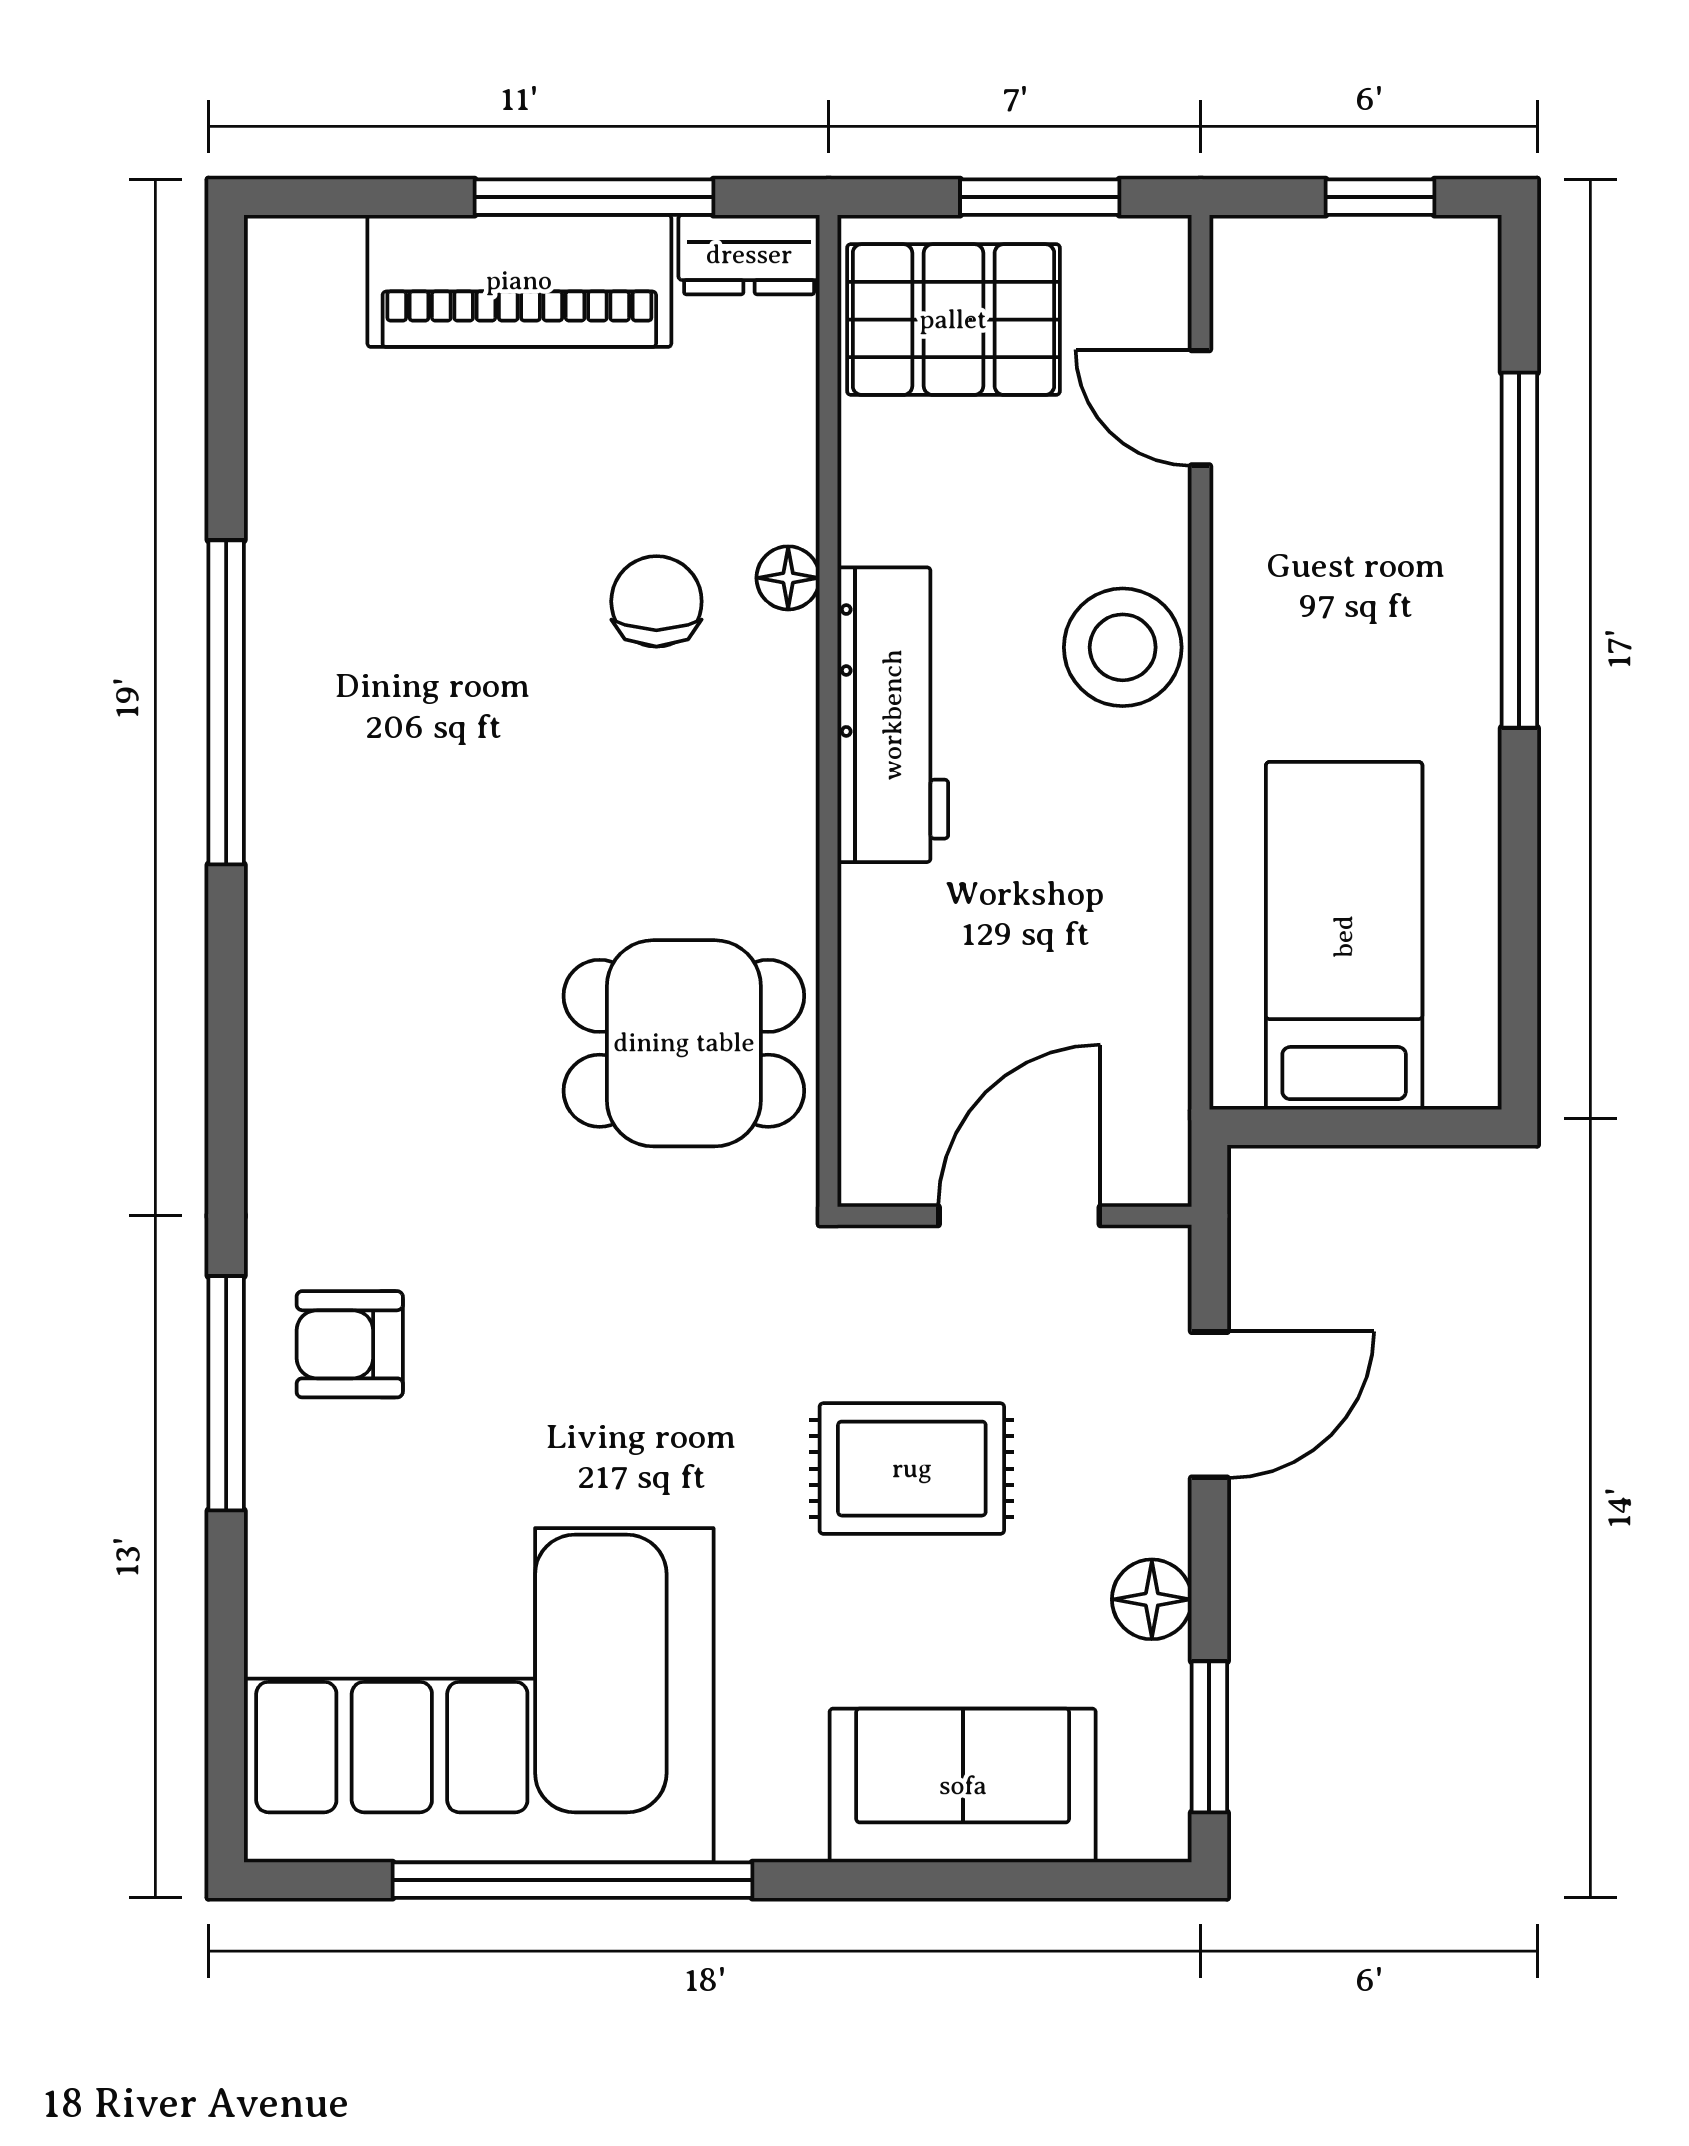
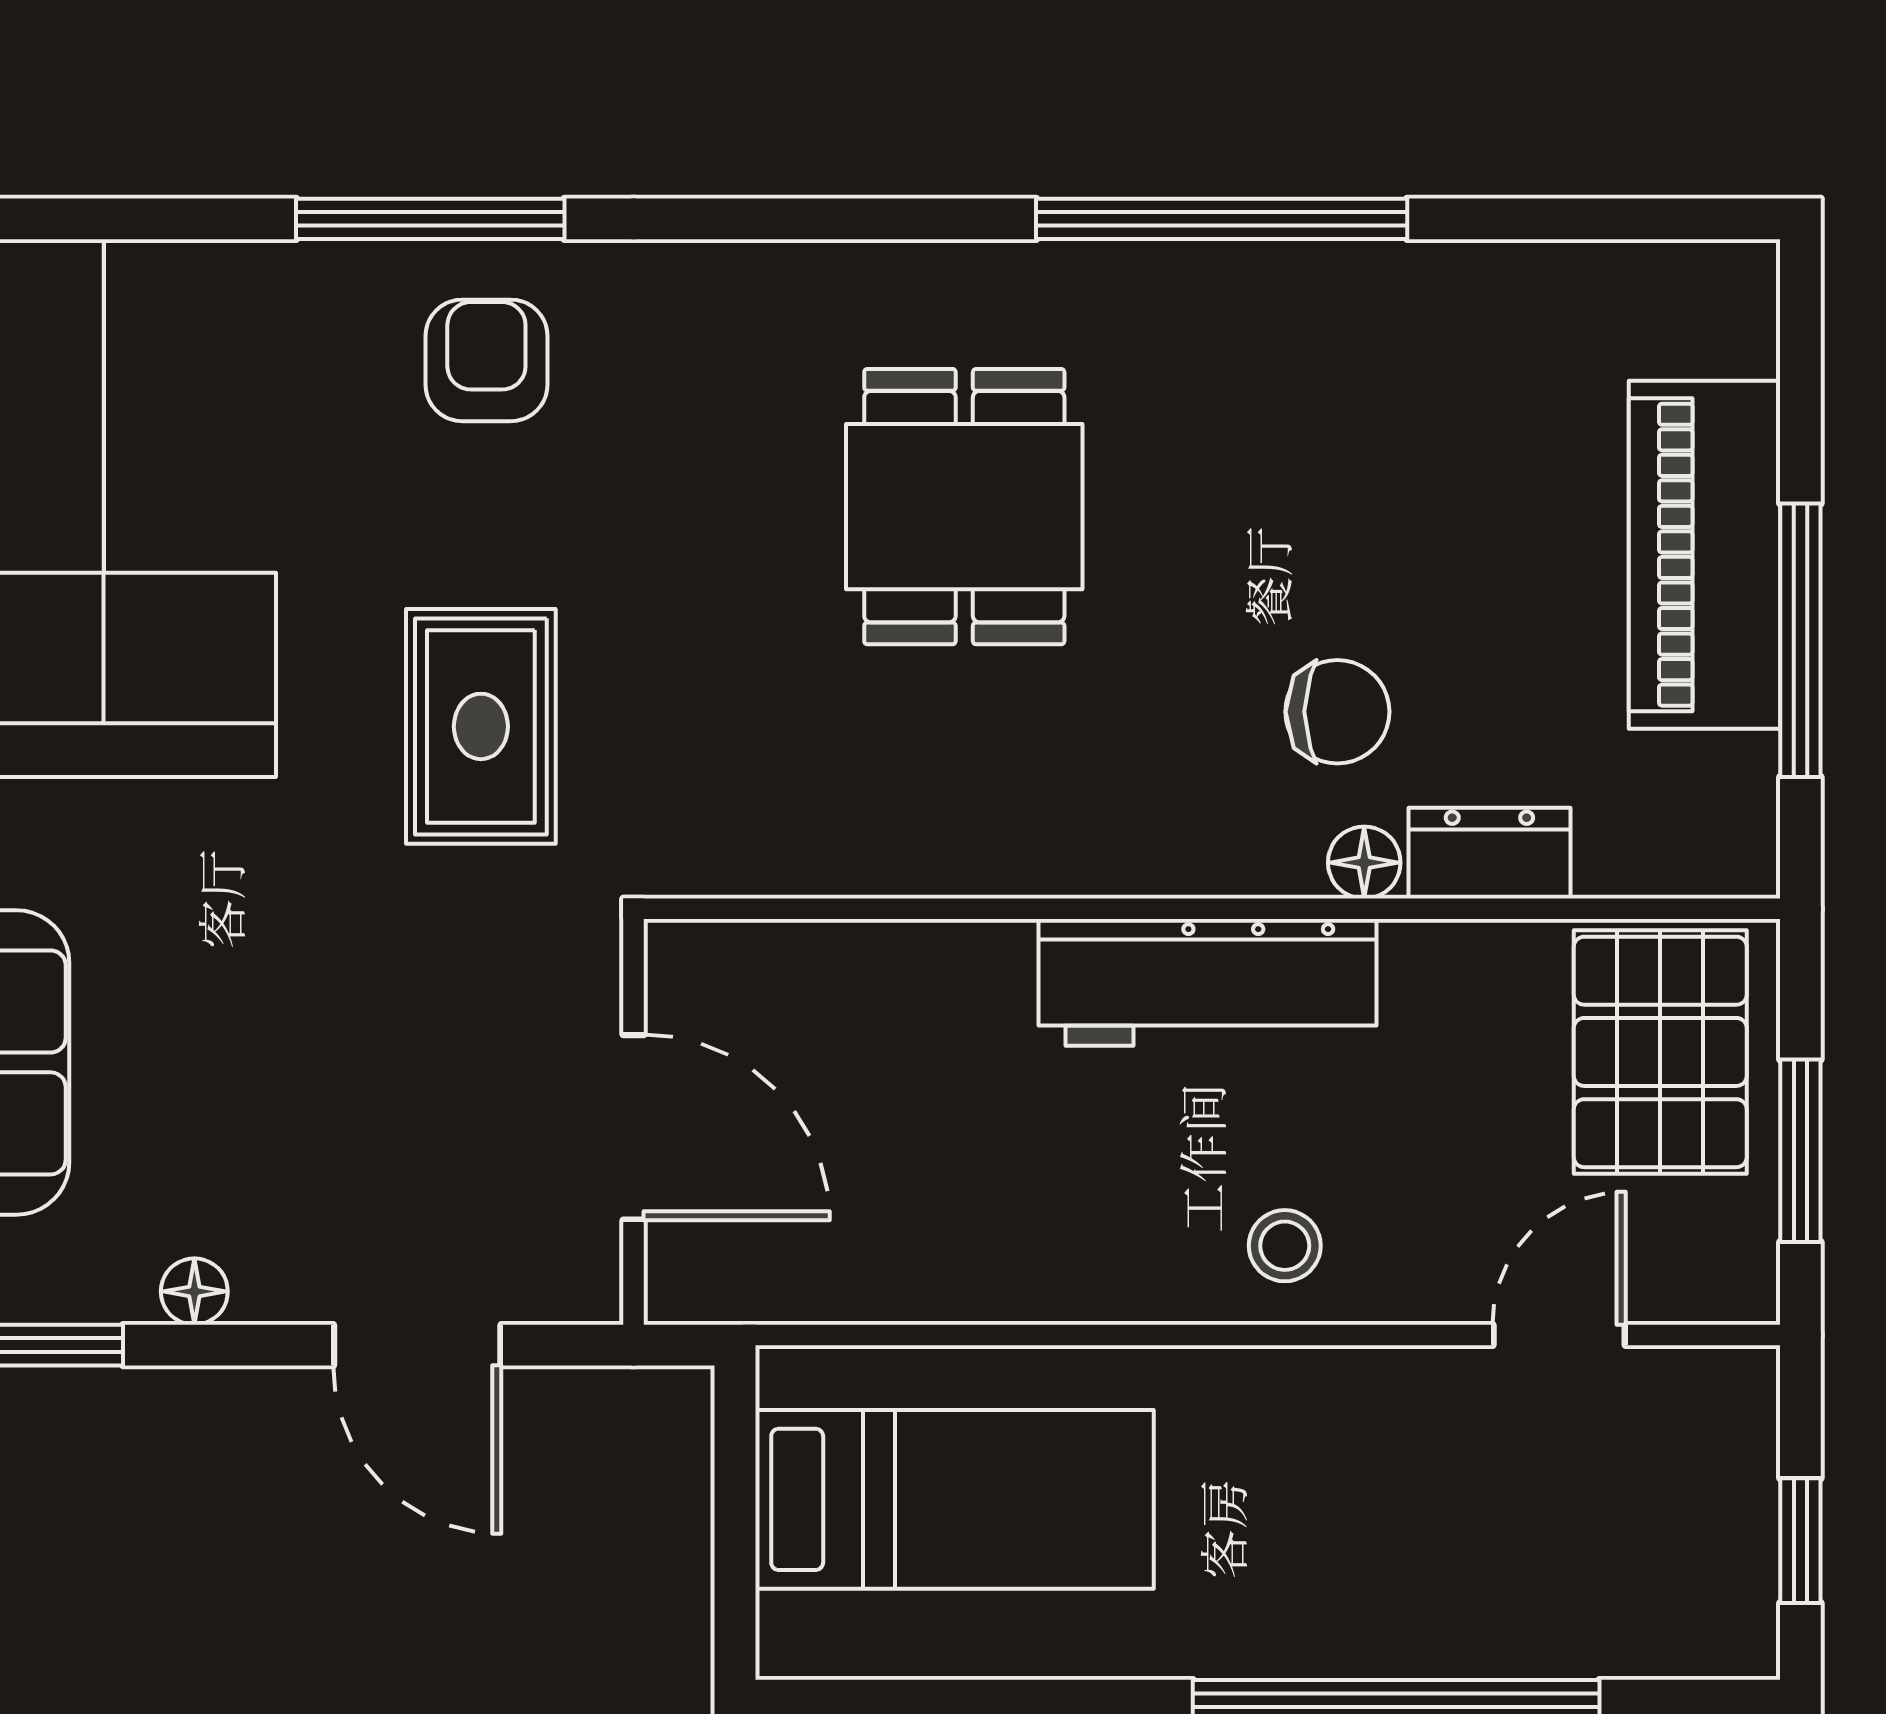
dresser: (749, 255) -> (1489, 853), moved, turned 90
stool: (1123, 647) -> (1285, 1246), width x0.53, depth x0.53
dining table: (684, 1043) -> (964, 507), moved
rug: (912, 1469) -> (481, 726), moved
floor lamp: (1152, 1599) -> (194, 1291), width x0.73, depth x0.73

